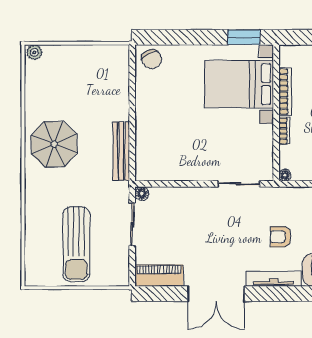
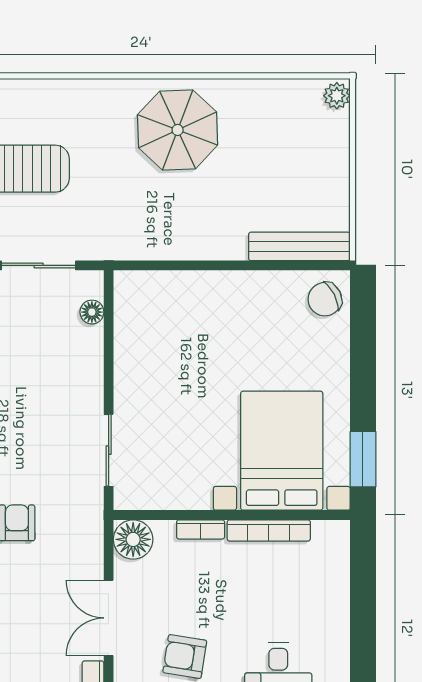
bench: (121, 151) -> (299, 246), moved
floor lamp: (285, 175) -> (133, 539), width x1.89, depth x1.89
floor lamp: (142, 194) -> (92, 312), moved

